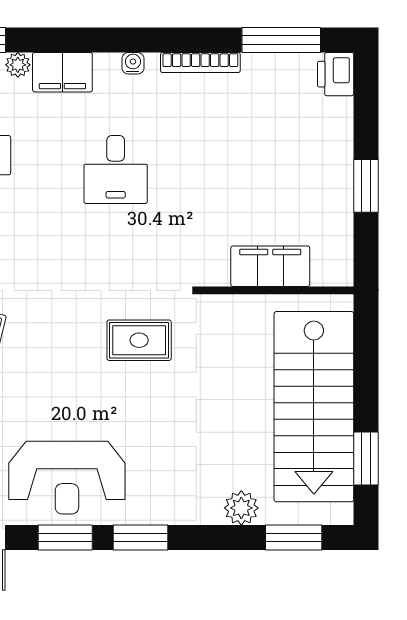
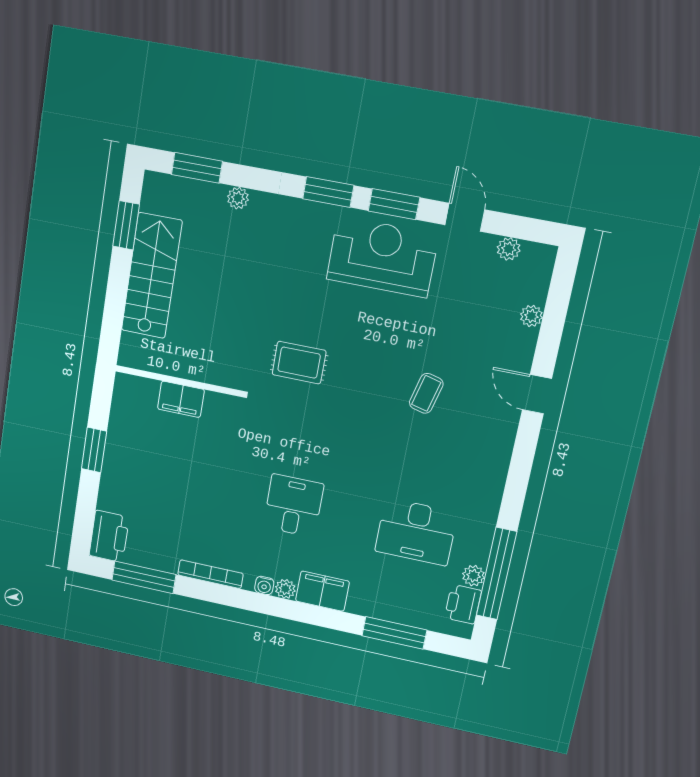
plant: (18, 65) -> (285, 589), moved
printer: (336, 74) -> (109, 536), width x1.37, depth x1.19
filing cabinet: (270, 266) -> (181, 399), width x0.67, depth x0.86
stairs: (314, 407) -> (152, 276), width x0.73, depth x0.66
plant: (241, 508) -> (238, 198), width x0.73, depth x0.73

